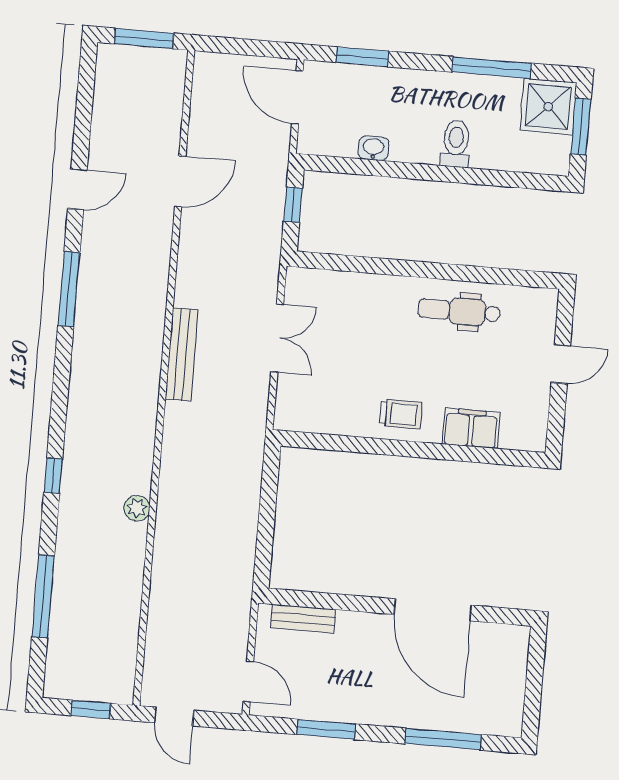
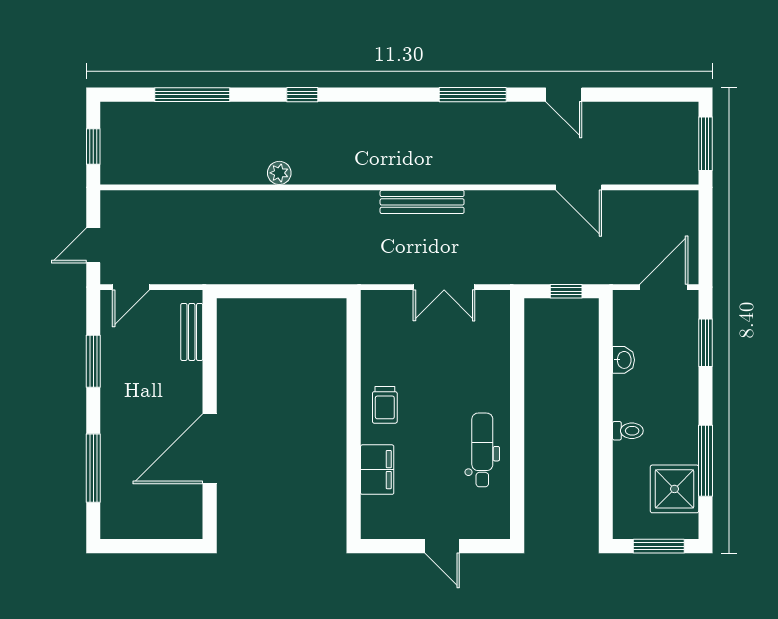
shower: (548, 107) -> (674, 489), moved
toilet: (456, 144) -> (628, 431), width x0.73, depth x0.72
door: (174, 717) -> (93, 245), moved

